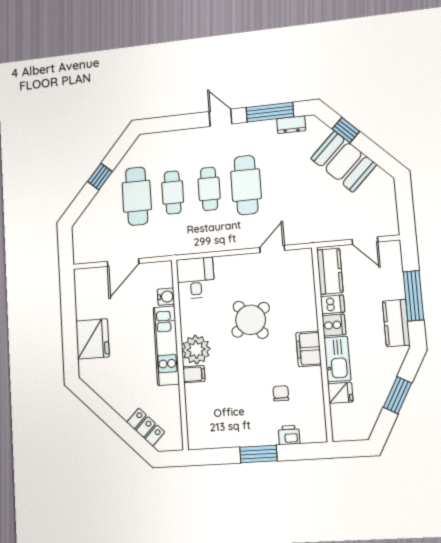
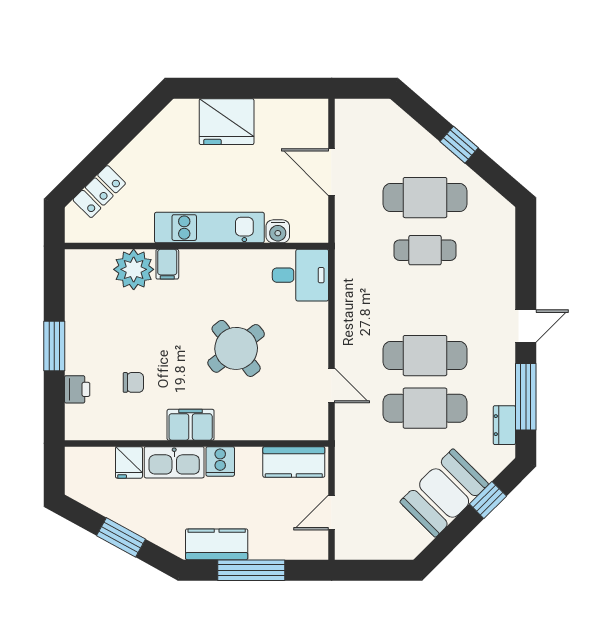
cafe table: (209, 189) -> (425, 408), moved, width x1.37, depth x1.35
dishwasher: (333, 304) -> (248, 462), removed
plant: (196, 350) -> (134, 269), moved

